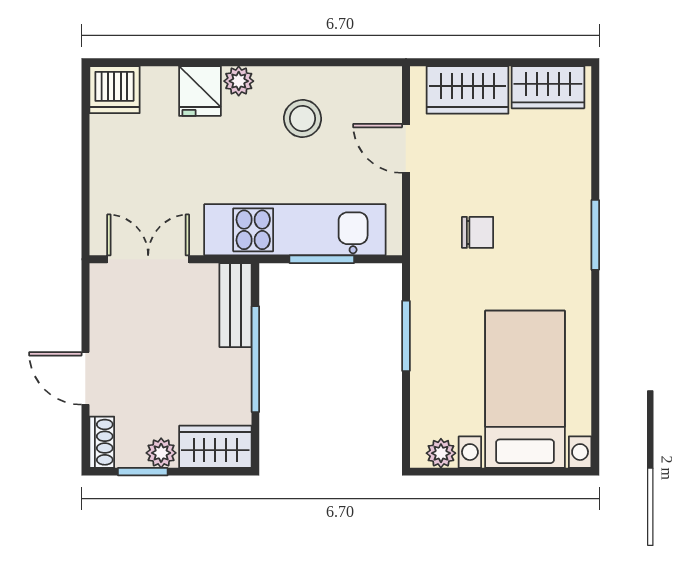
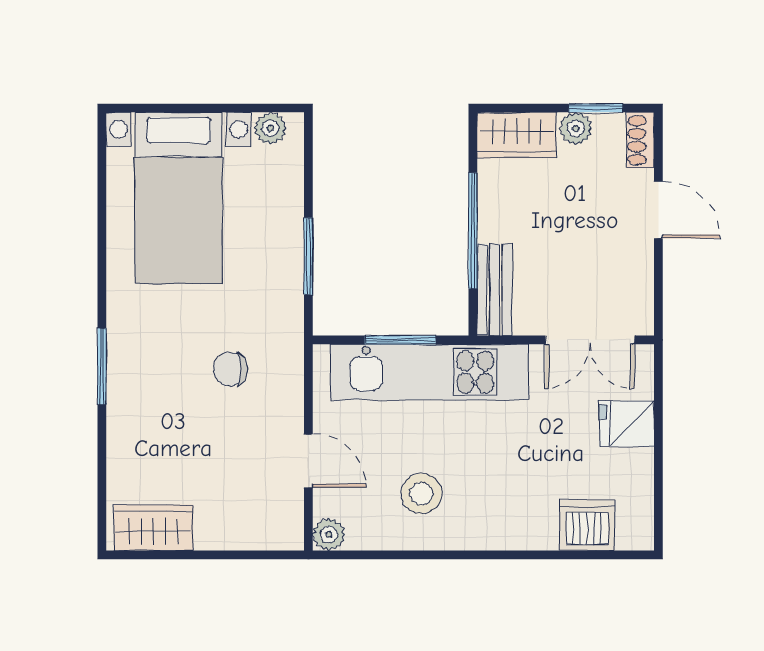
plant: (239, 81) -> (329, 534), moved
dishwasher: (114, 90) -> (587, 525), moved
wardrobe: (467, 90) -> (241, 525), removed
fridge: (200, 91) -> (627, 424), moved, turned -90

